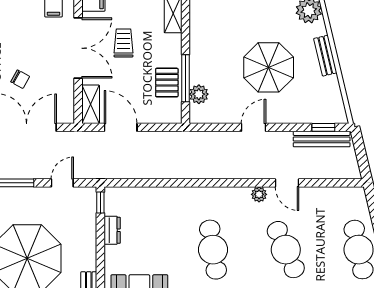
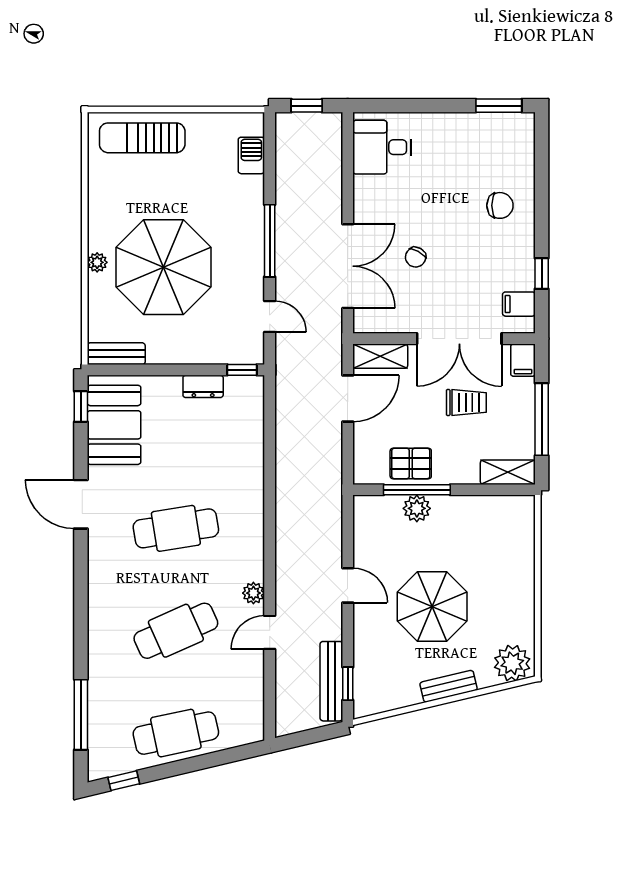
plant: (199, 94) -> (417, 508), moved

